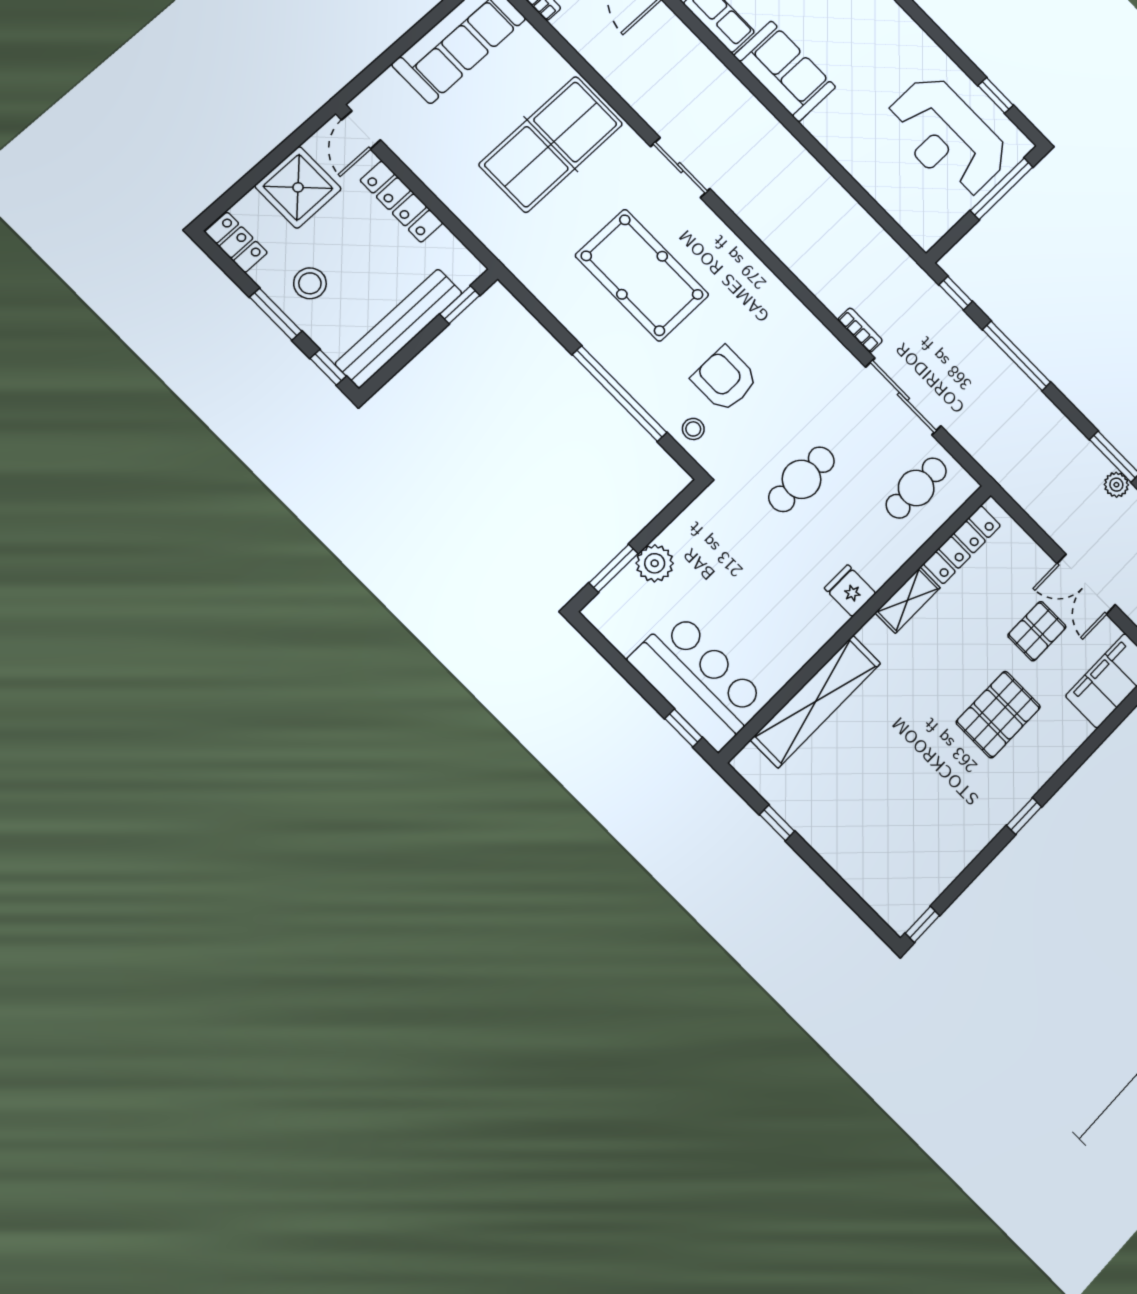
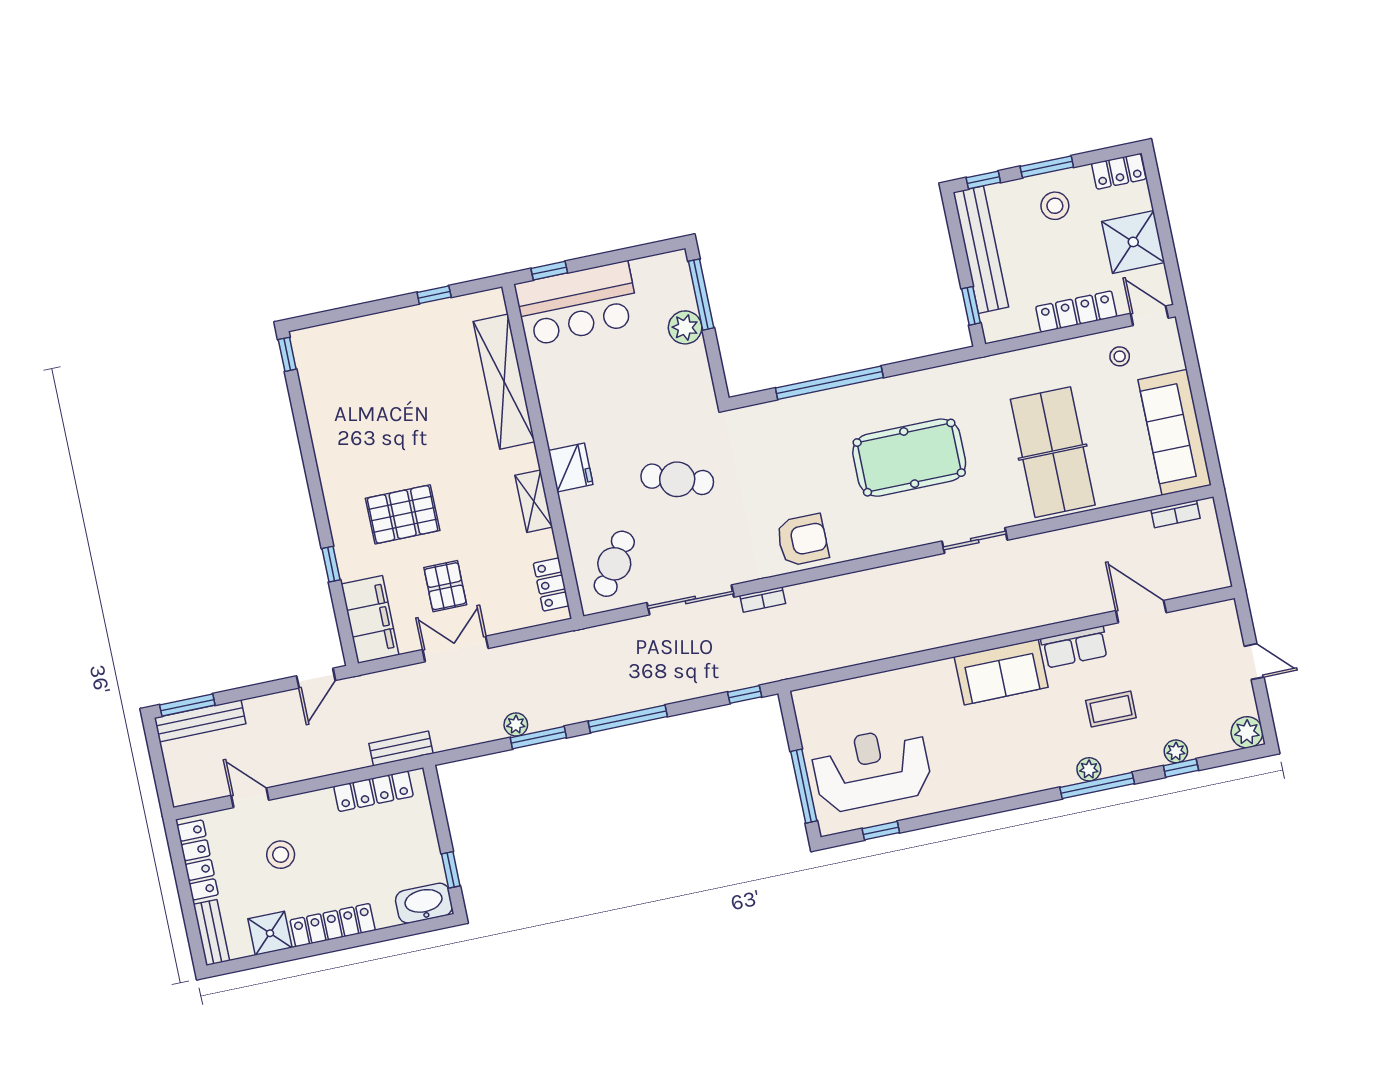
window: (1017, 356) -> (628, 719), moved
armchair: (725, 379) -> (802, 540), moved
stool: (693, 429) -> (1120, 356), moved
cafe table: (802, 479) -> (677, 479), turned -71
cafe table: (916, 488) -> (614, 564), turned 33
locker: (962, 545) -> (551, 585), width x0.66
window: (614, 568) -> (701, 295), width x1.44
fridge: (850, 591) -> (571, 467), width x1.38
pallet: (998, 715) -> (403, 514), turned 90
window: (1024, 816) -> (331, 564), moved

